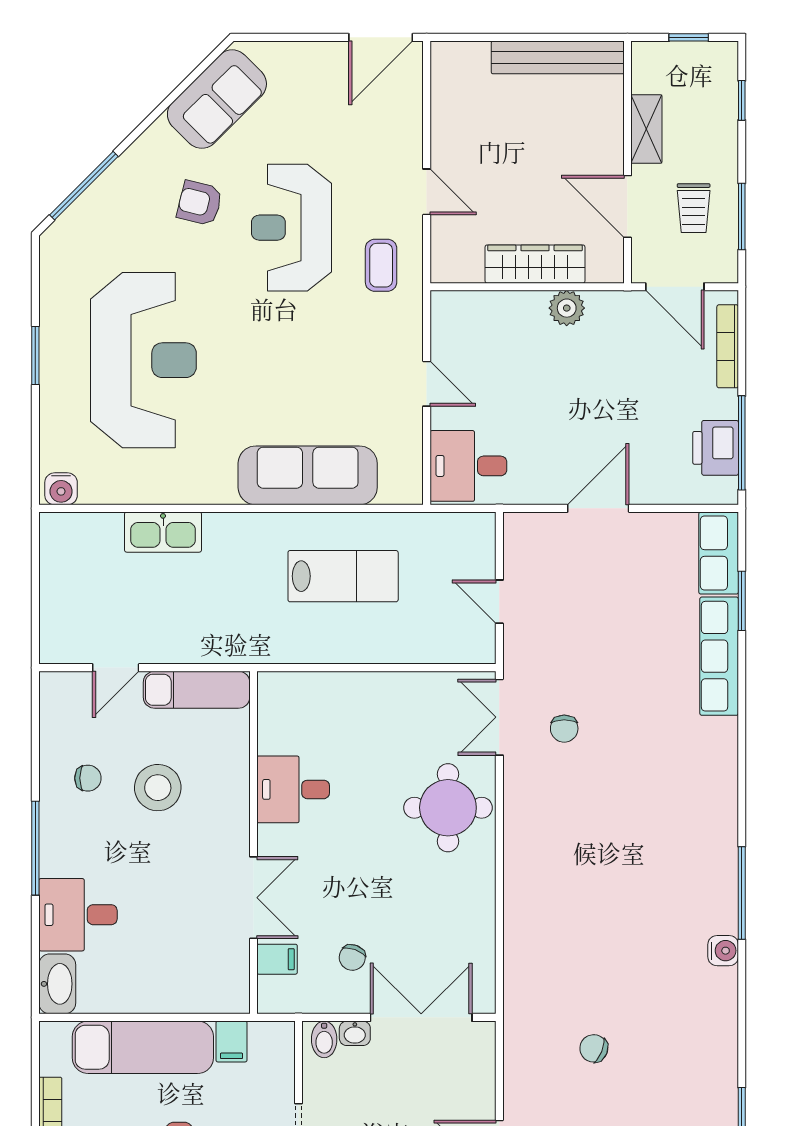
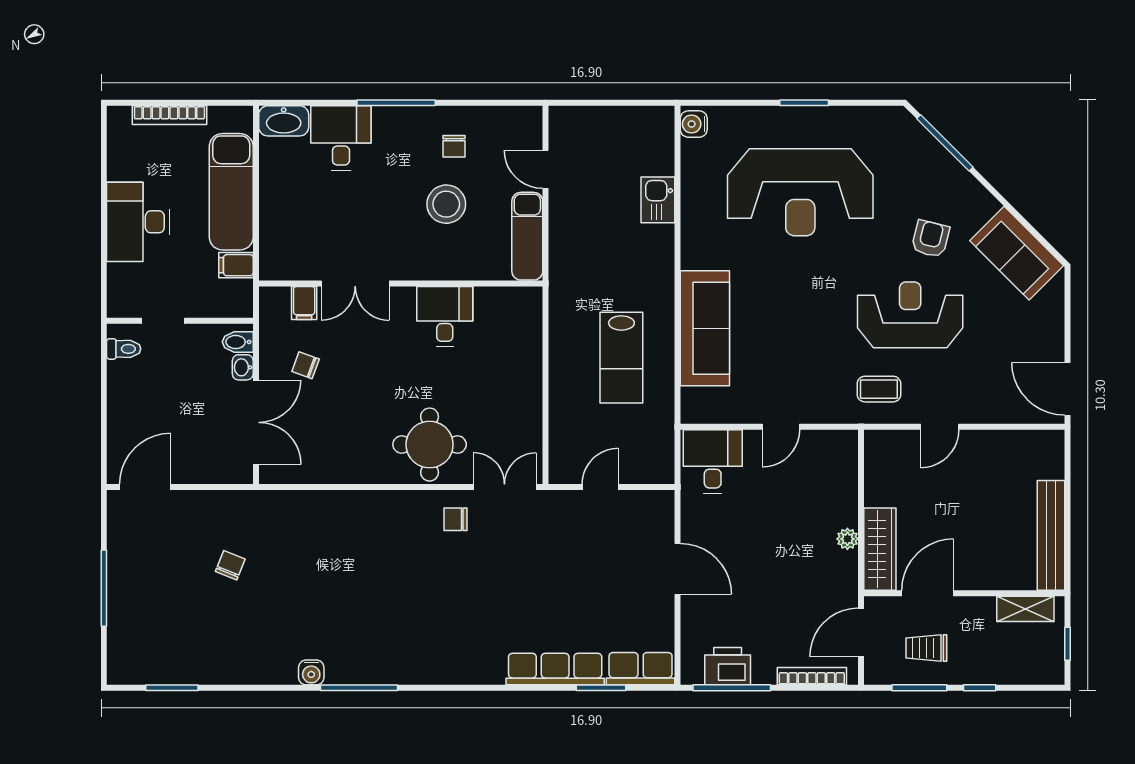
window: (742, 100) -> (980, 688), moved
shelving: (646, 129) -> (1025, 609), moved
wardrobe: (535, 264) -> (880, 549), moved
plant: (567, 308) -> (847, 539), width x0.73, depth x0.73
kitchen sink: (163, 532) -> (658, 200), width x0.73
chair: (564, 729) -> (455, 519), moved

